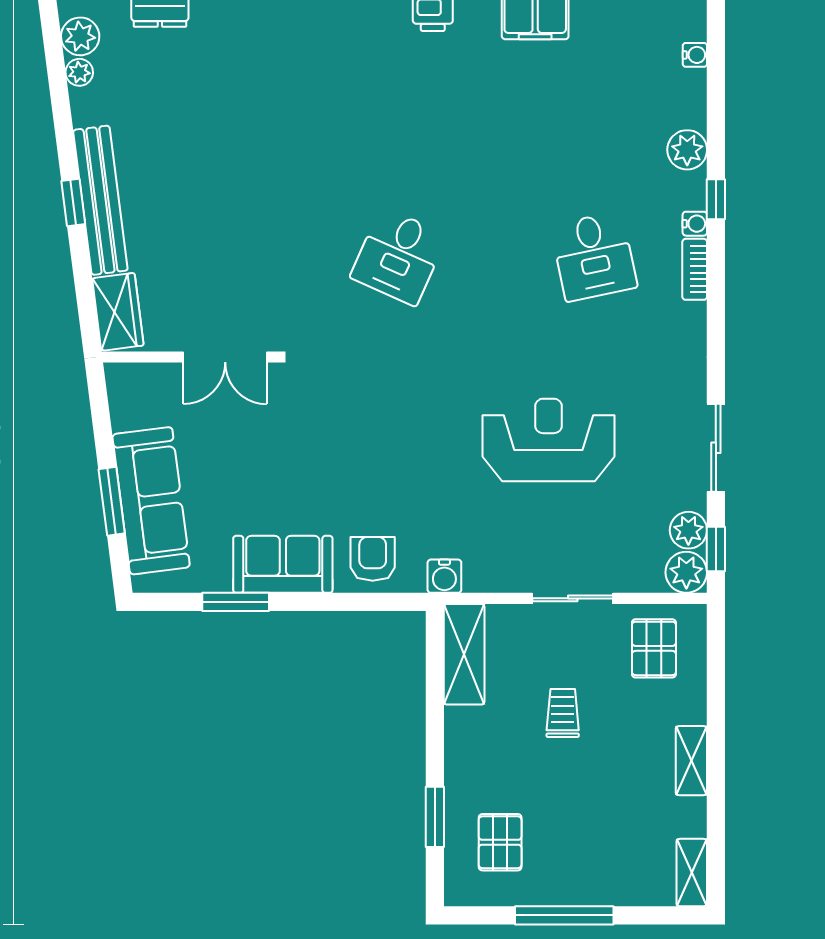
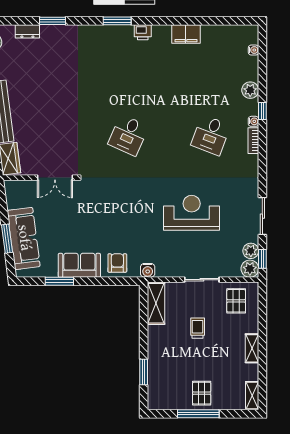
desk: (594, 256) -> (211, 135), turned 33
pallet: (500, 842) -> (202, 393), moved

